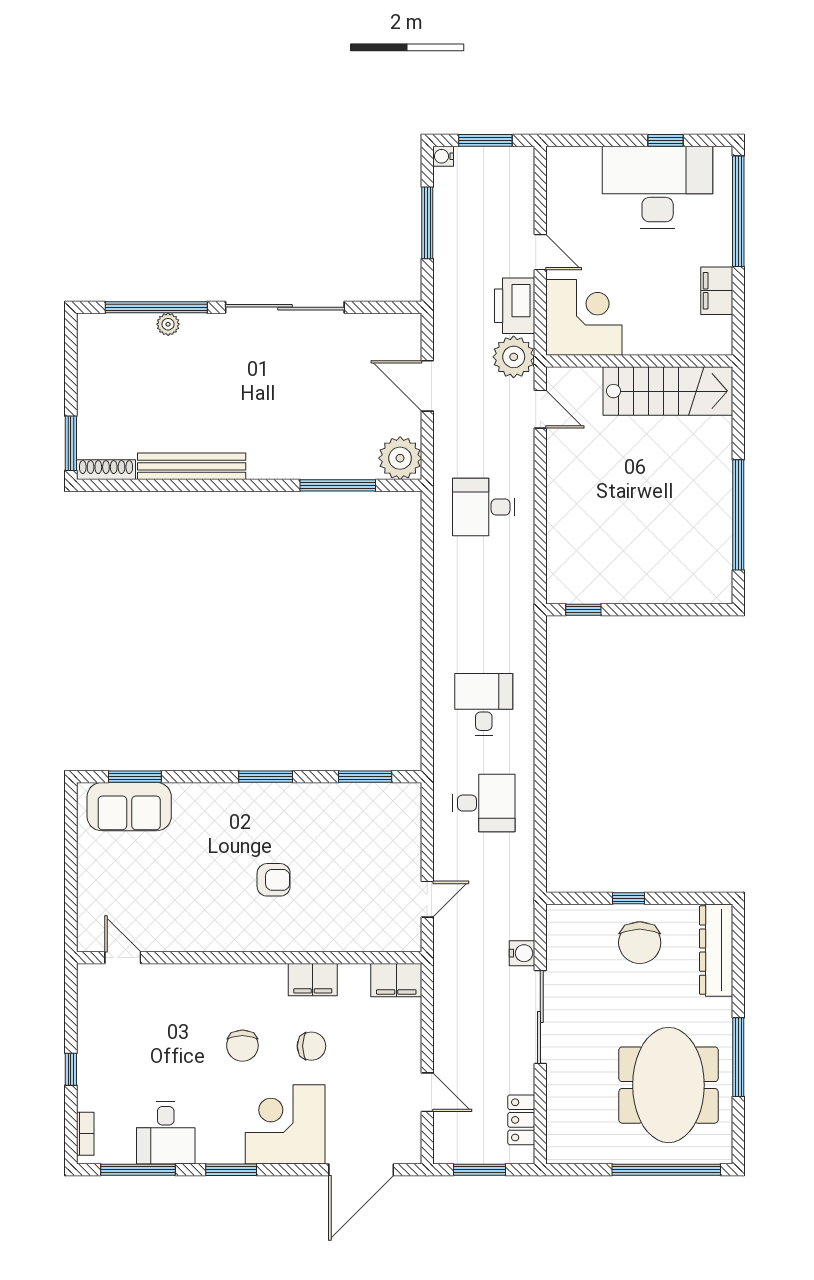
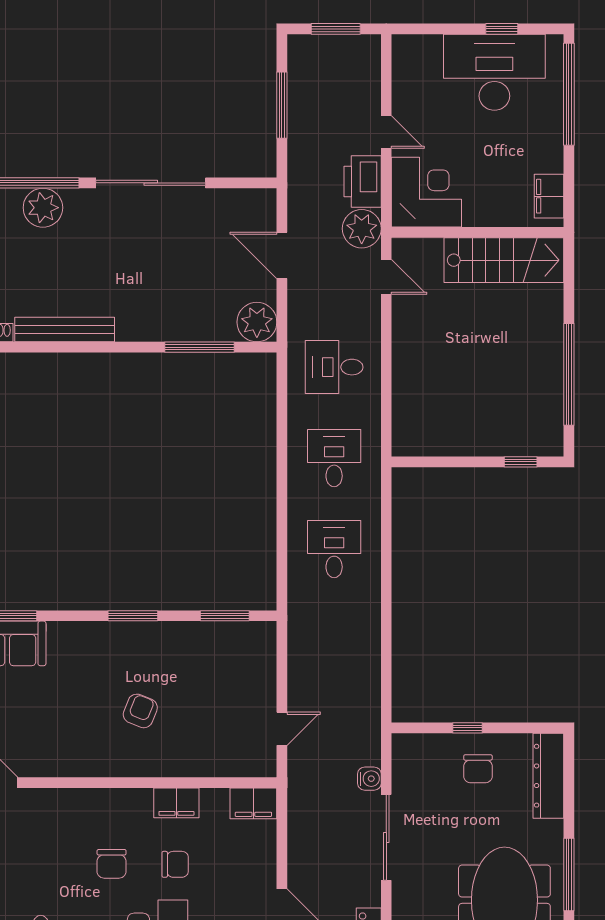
water cooler: (443, 156) -> (297, 44), removed
filing cabinet: (717, 291) -> (549, 196), moved
plant: (168, 324) -> (43, 208), width x1.87, depth x1.87
window: (583, 610) -> (521, 462), moved
desk: (484, 803) -> (334, 458), moved, turned -90
armchair: (274, 880) -> (140, 711), turned -68
chair: (640, 943) -> (478, 769), width x0.73, depth x0.73

